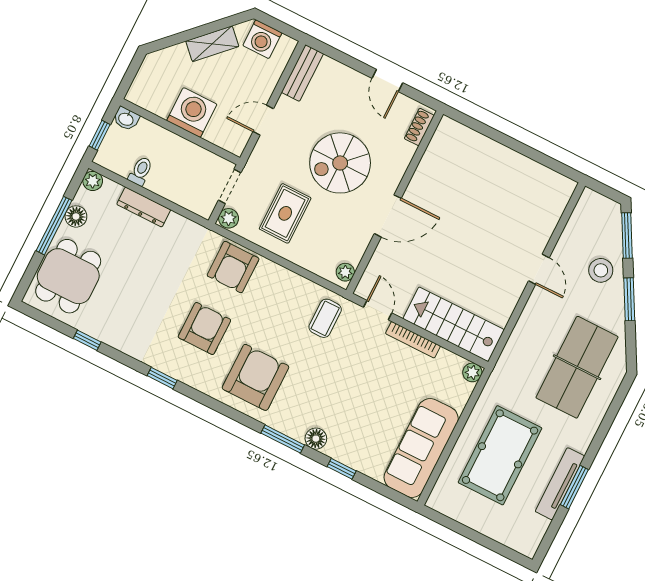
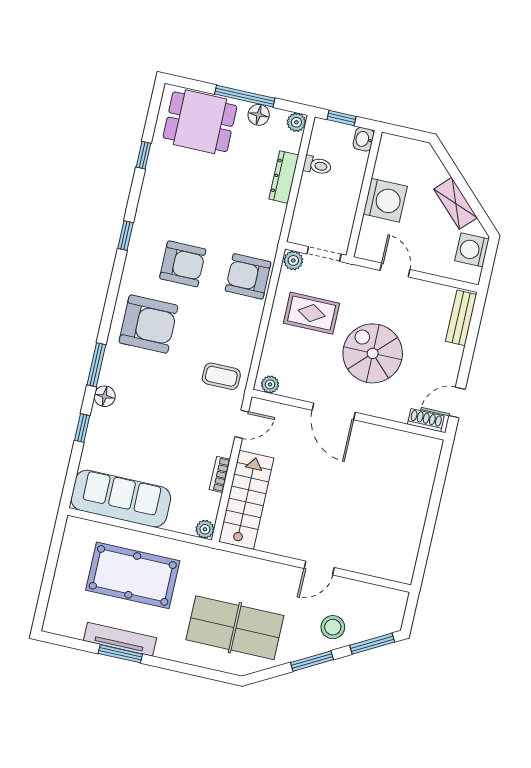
bench: (302, 73) -> (461, 318), moved, turned 90
door: (387, 81) -> (457, 402), moved
bookcase: (413, 340) -> (220, 474), width x0.64

